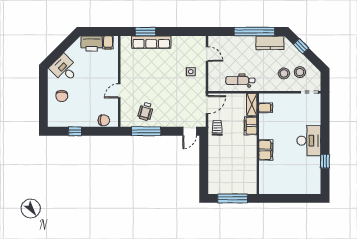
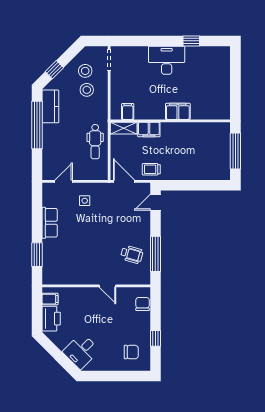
row of seats: (151, 42) -> (50, 223), moved, width x0.68
chair: (62, 96) -> (131, 352), moved
door: (190, 131) -> (155, 202), swing flipped

